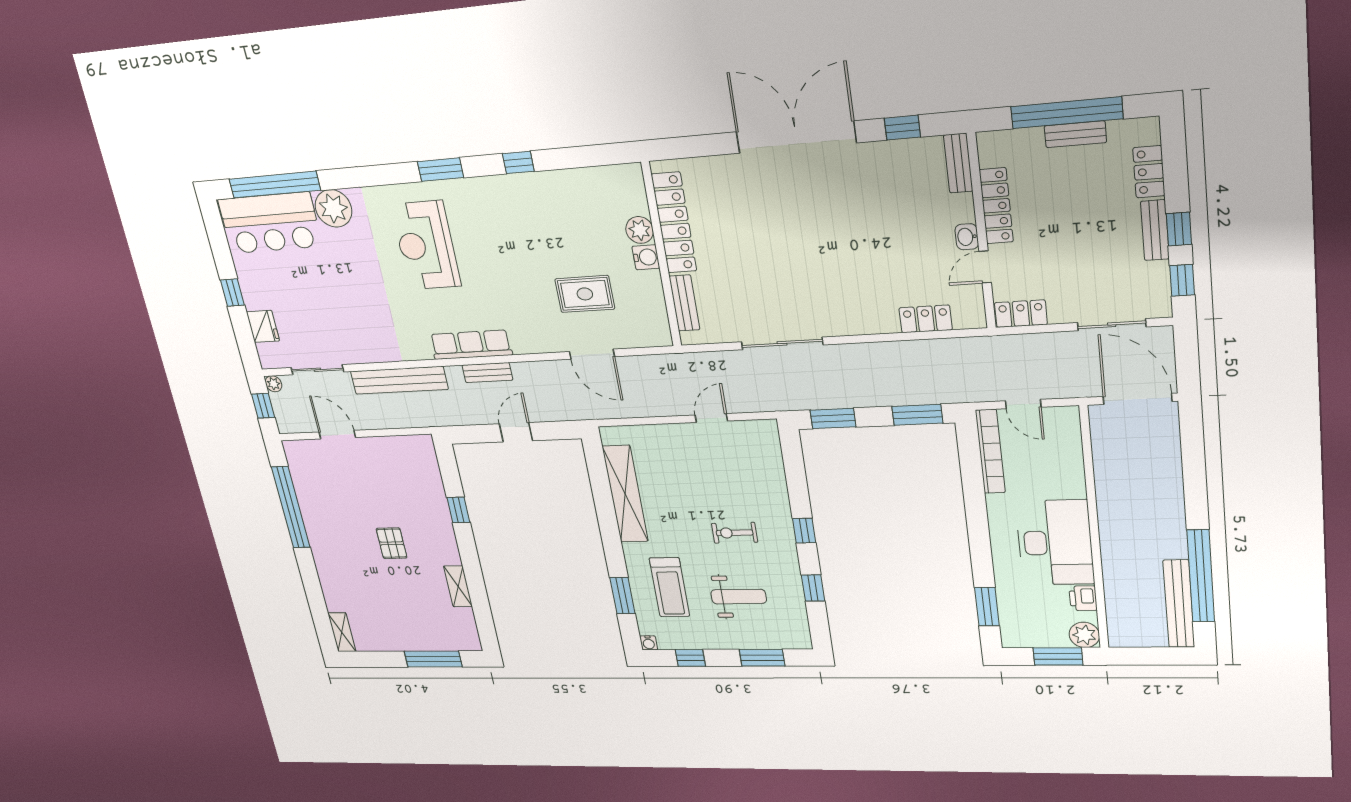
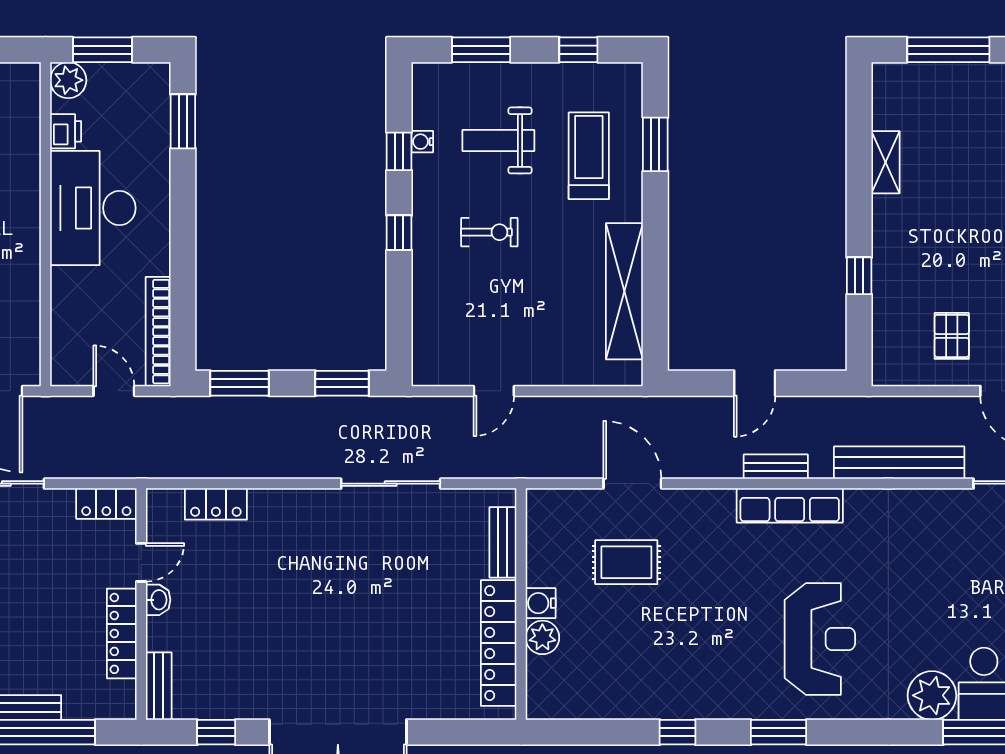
pallet: (392, 543) -> (952, 336), moved
water cooler: (649, 643) -> (422, 142), moved, turned -90

